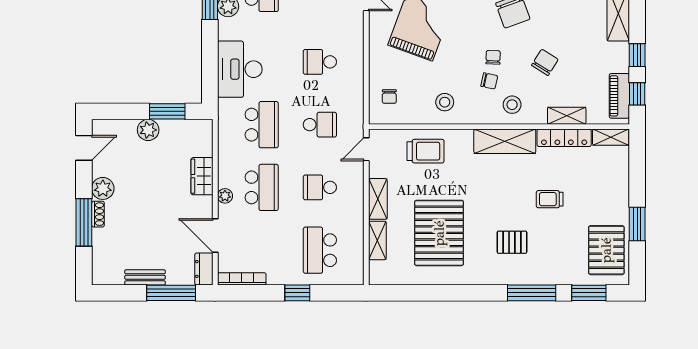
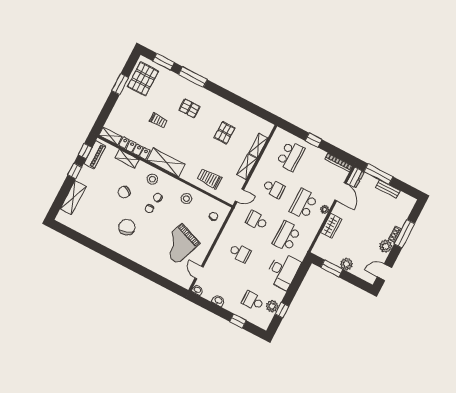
pallet: (439, 233) -> (224, 133), width x0.49, depth x0.50

